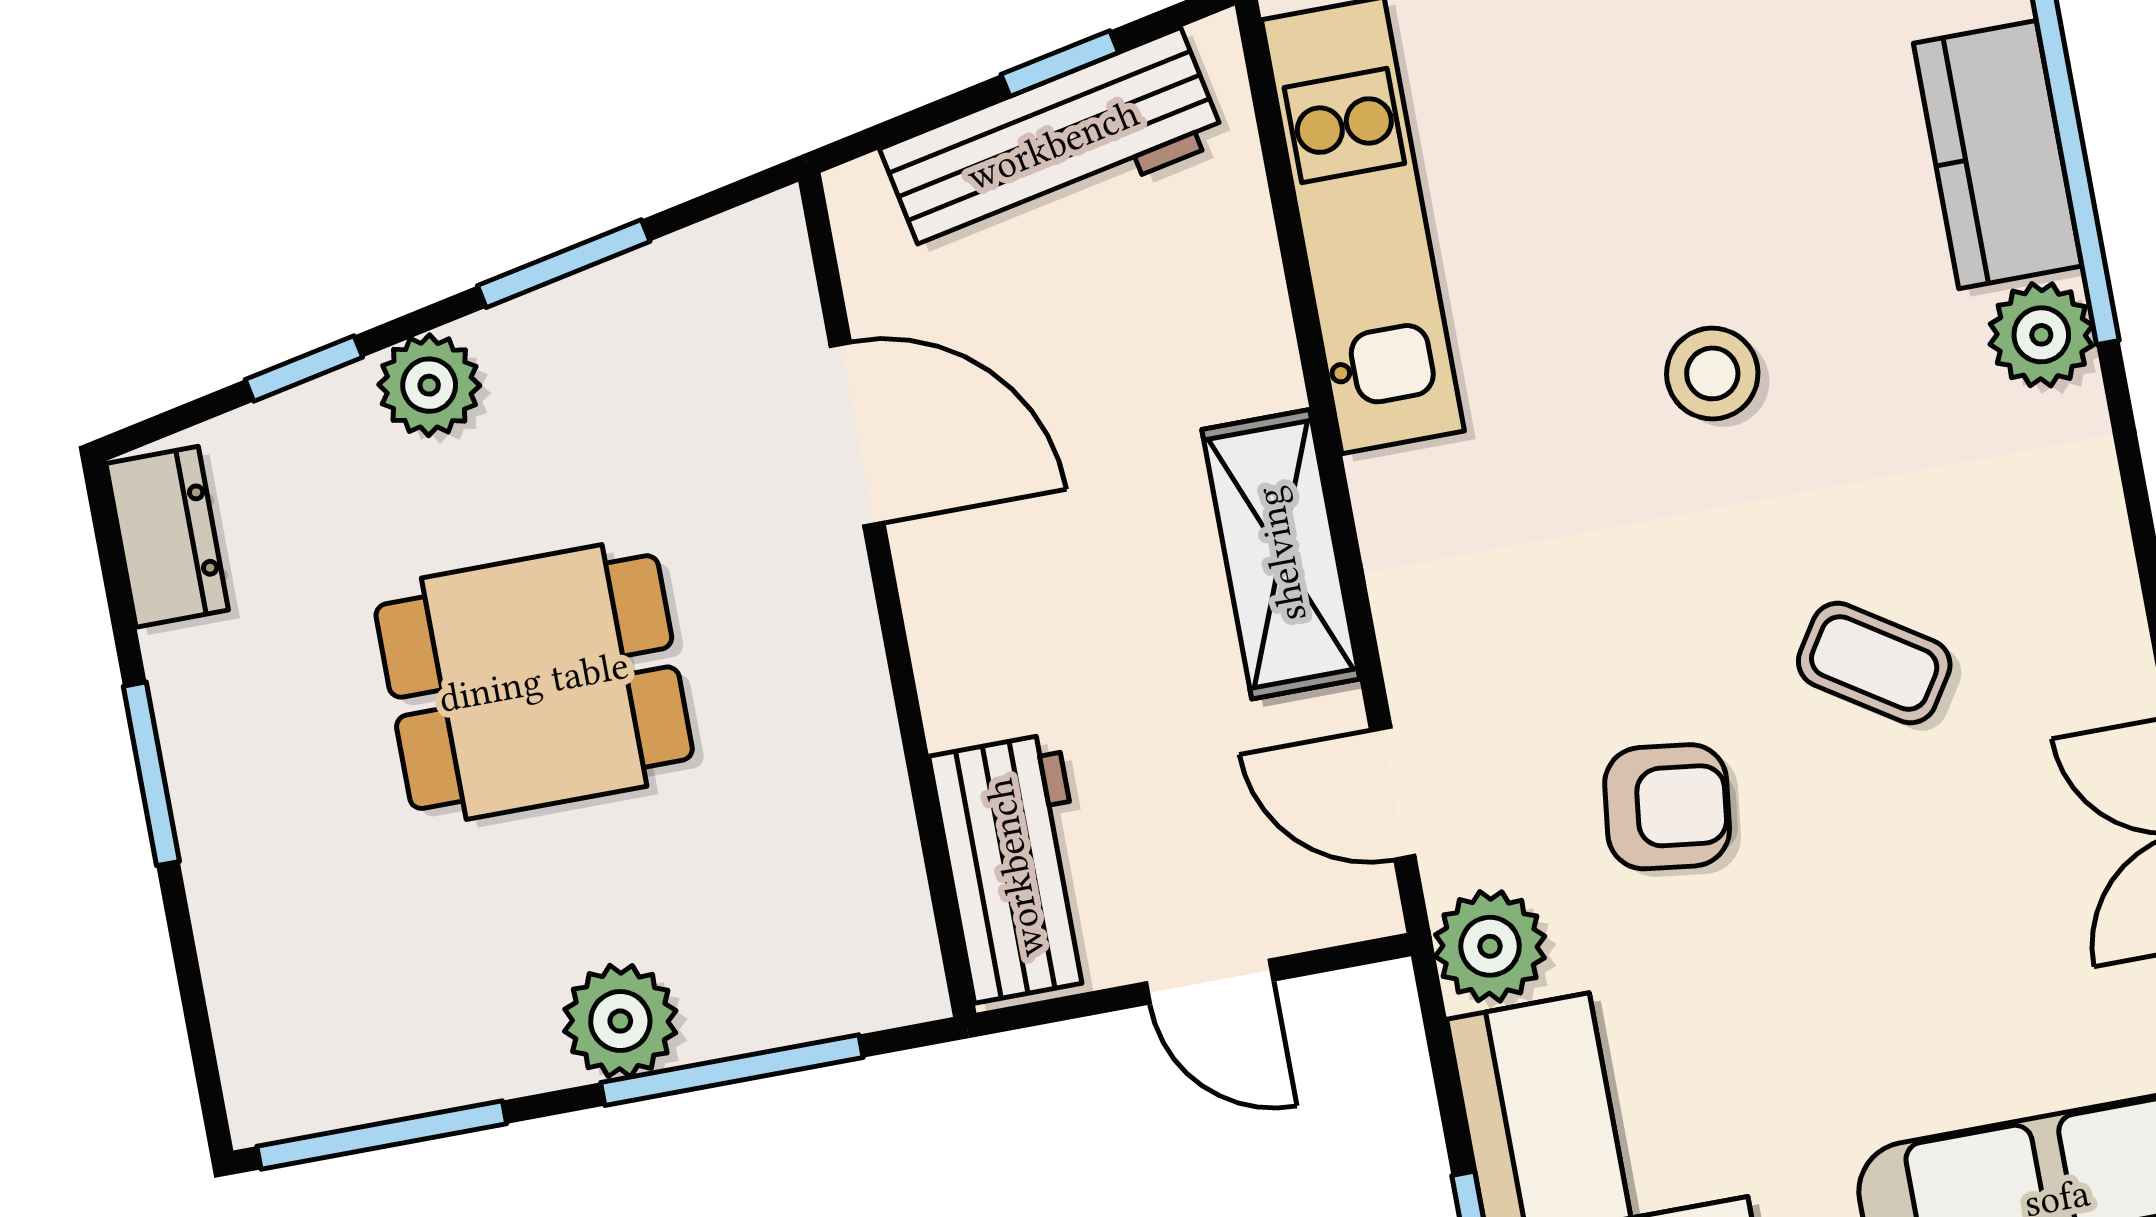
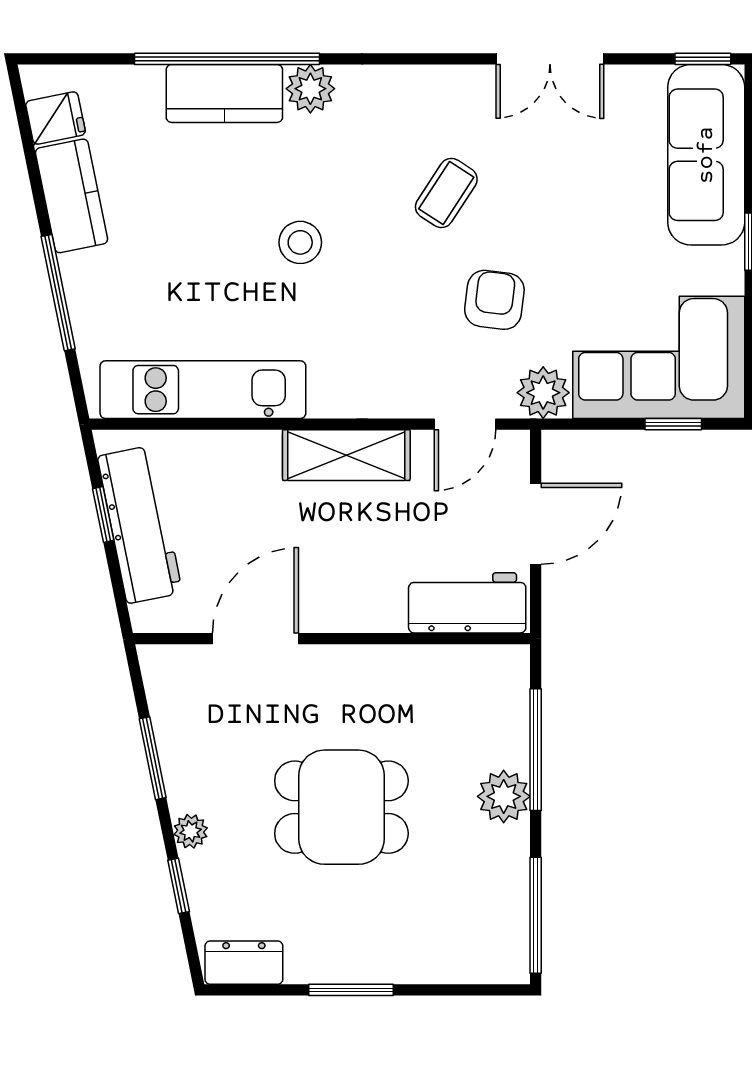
plant: (429, 385) -> (191, 831), width x0.73, depth x0.73
dining table: (534, 682) -> (341, 807), turned 90
door: (1210, 982) -> (536, 524), width x1.37

